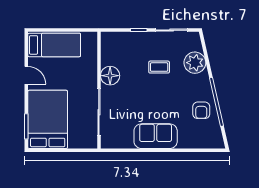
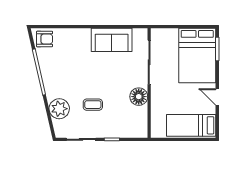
armchair: (201, 110) -> (45, 39), moved, turned 90
sofa: (156, 136) -> (112, 40), moved

